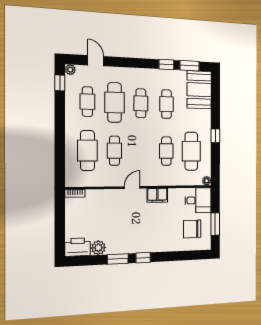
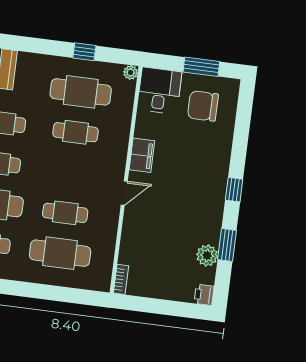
window: (215, 136) -> (84, 52), moved
door: (132, 187) -> (124, 193), swing flipped
chair: (192, 229) -> (203, 106), turned 90
printer: (78, 247) -> (204, 295), width x0.53, depth x0.68
window: (118, 259) -> (227, 245), moved

